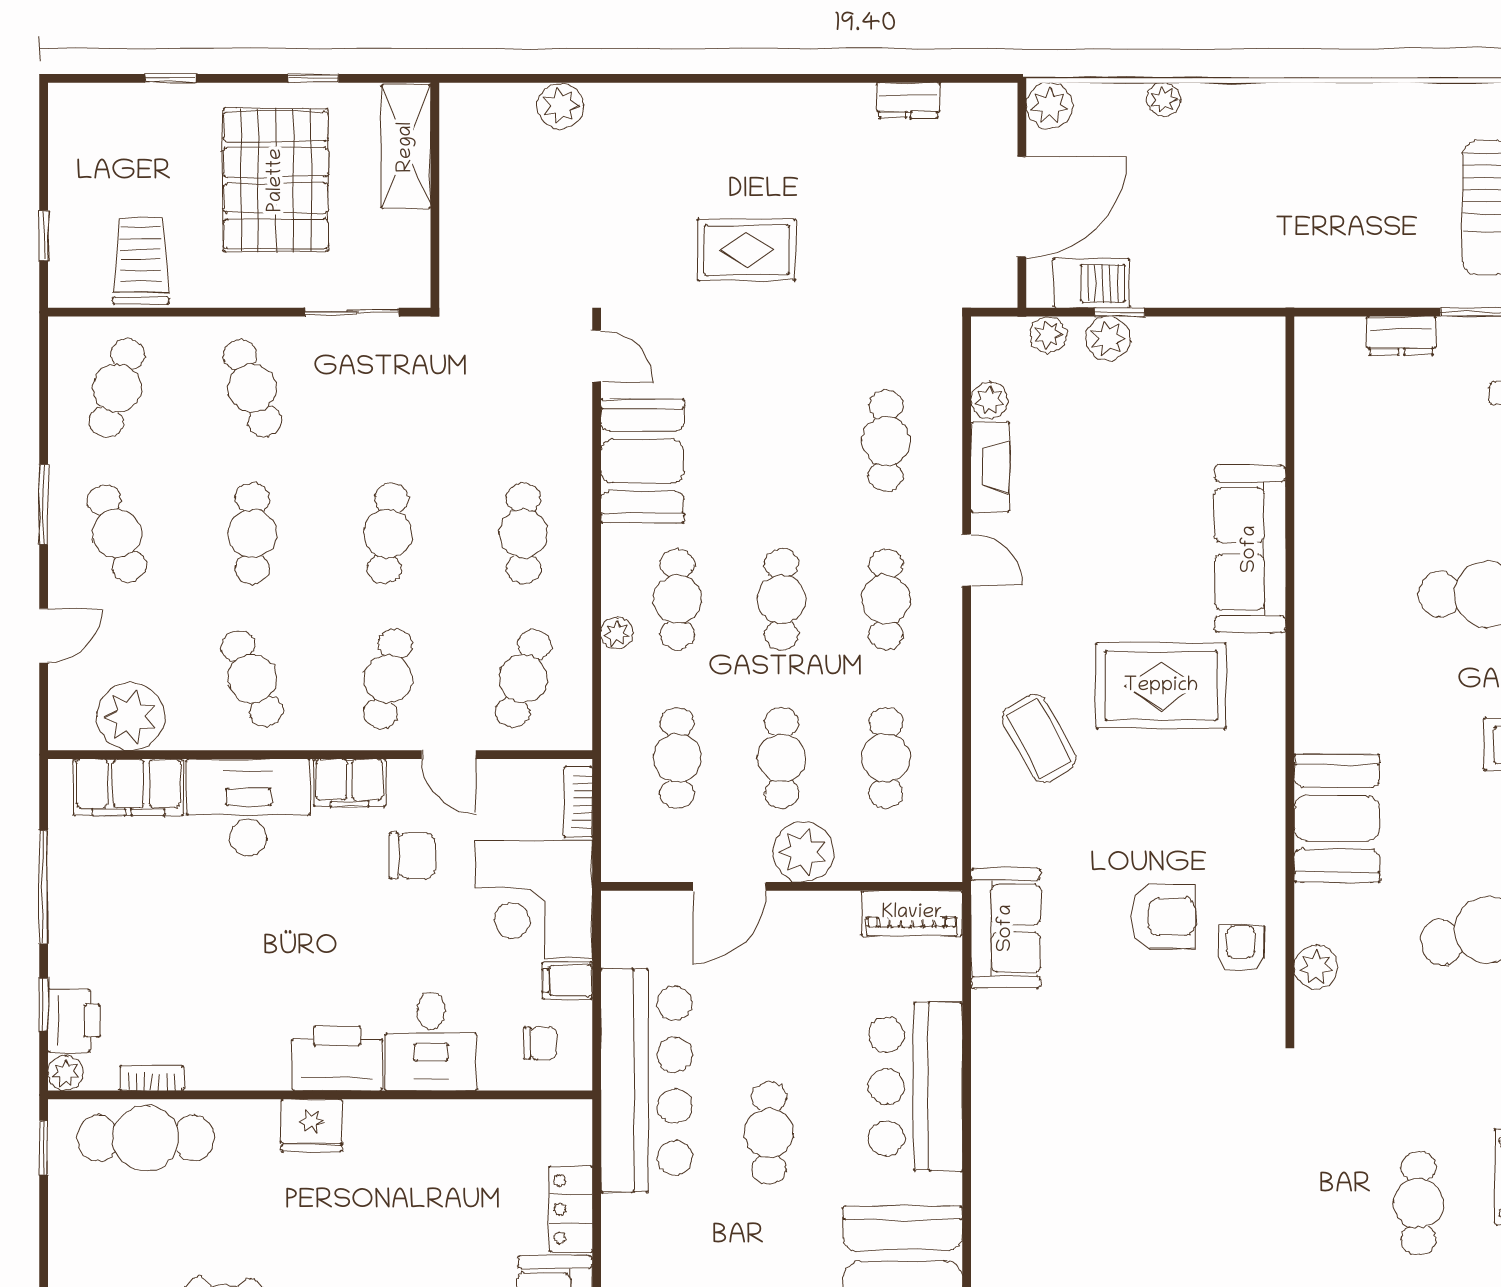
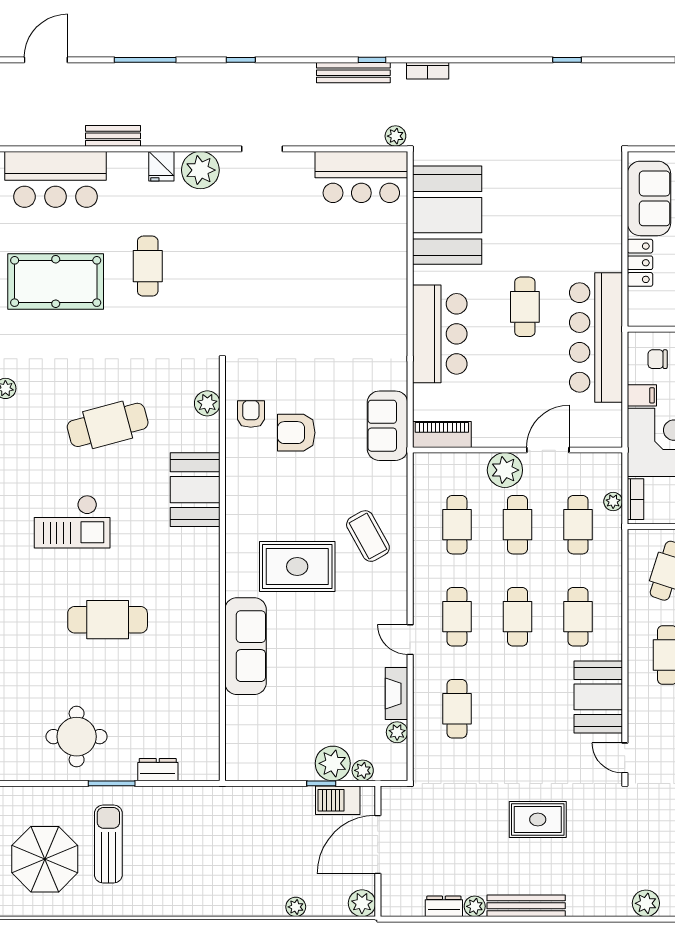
plant: (855, 100) -> (475, 906), added
bench: (767, 101) -> (526, 906), added
plant: (1108, 339) -> (333, 763), width x1.36, depth x1.36
plant: (617, 633) -> (613, 502), moved
armchair: (1241, 948) -> (251, 414), turned 180

